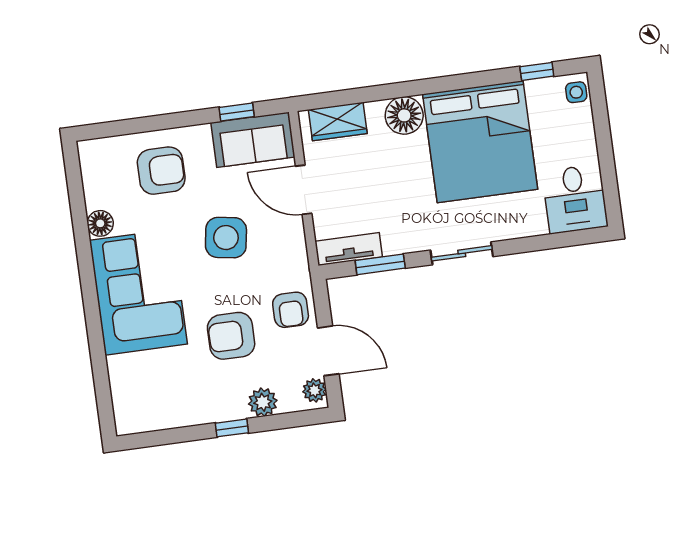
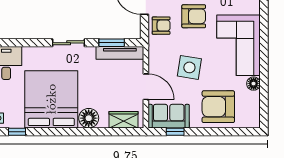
armchair: (161, 171) -> (218, 107), width x1.36, depth x1.36
tv unit: (349, 249) -> (120, 53), width x1.41
armchair: (291, 310) -> (161, 26), turned 90

